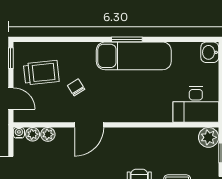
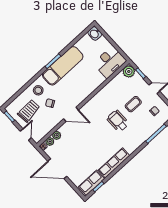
stool: (76, 58) -> (38, 90), added
door: (11, 99) -> (26, 135), hinge flipped
door: (89, 125) -> (71, 114), hinge flipped

